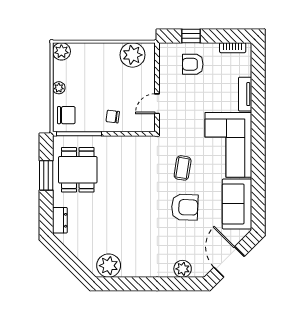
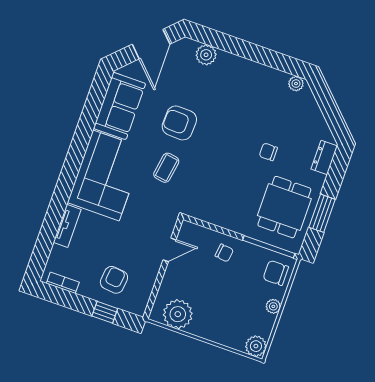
armchair: (193, 64) -> (114, 280), turned -84
chair: (106, 209) -> (268, 152), added
plant: (109, 266) -> (296, 84), width x0.53, depth x0.53

